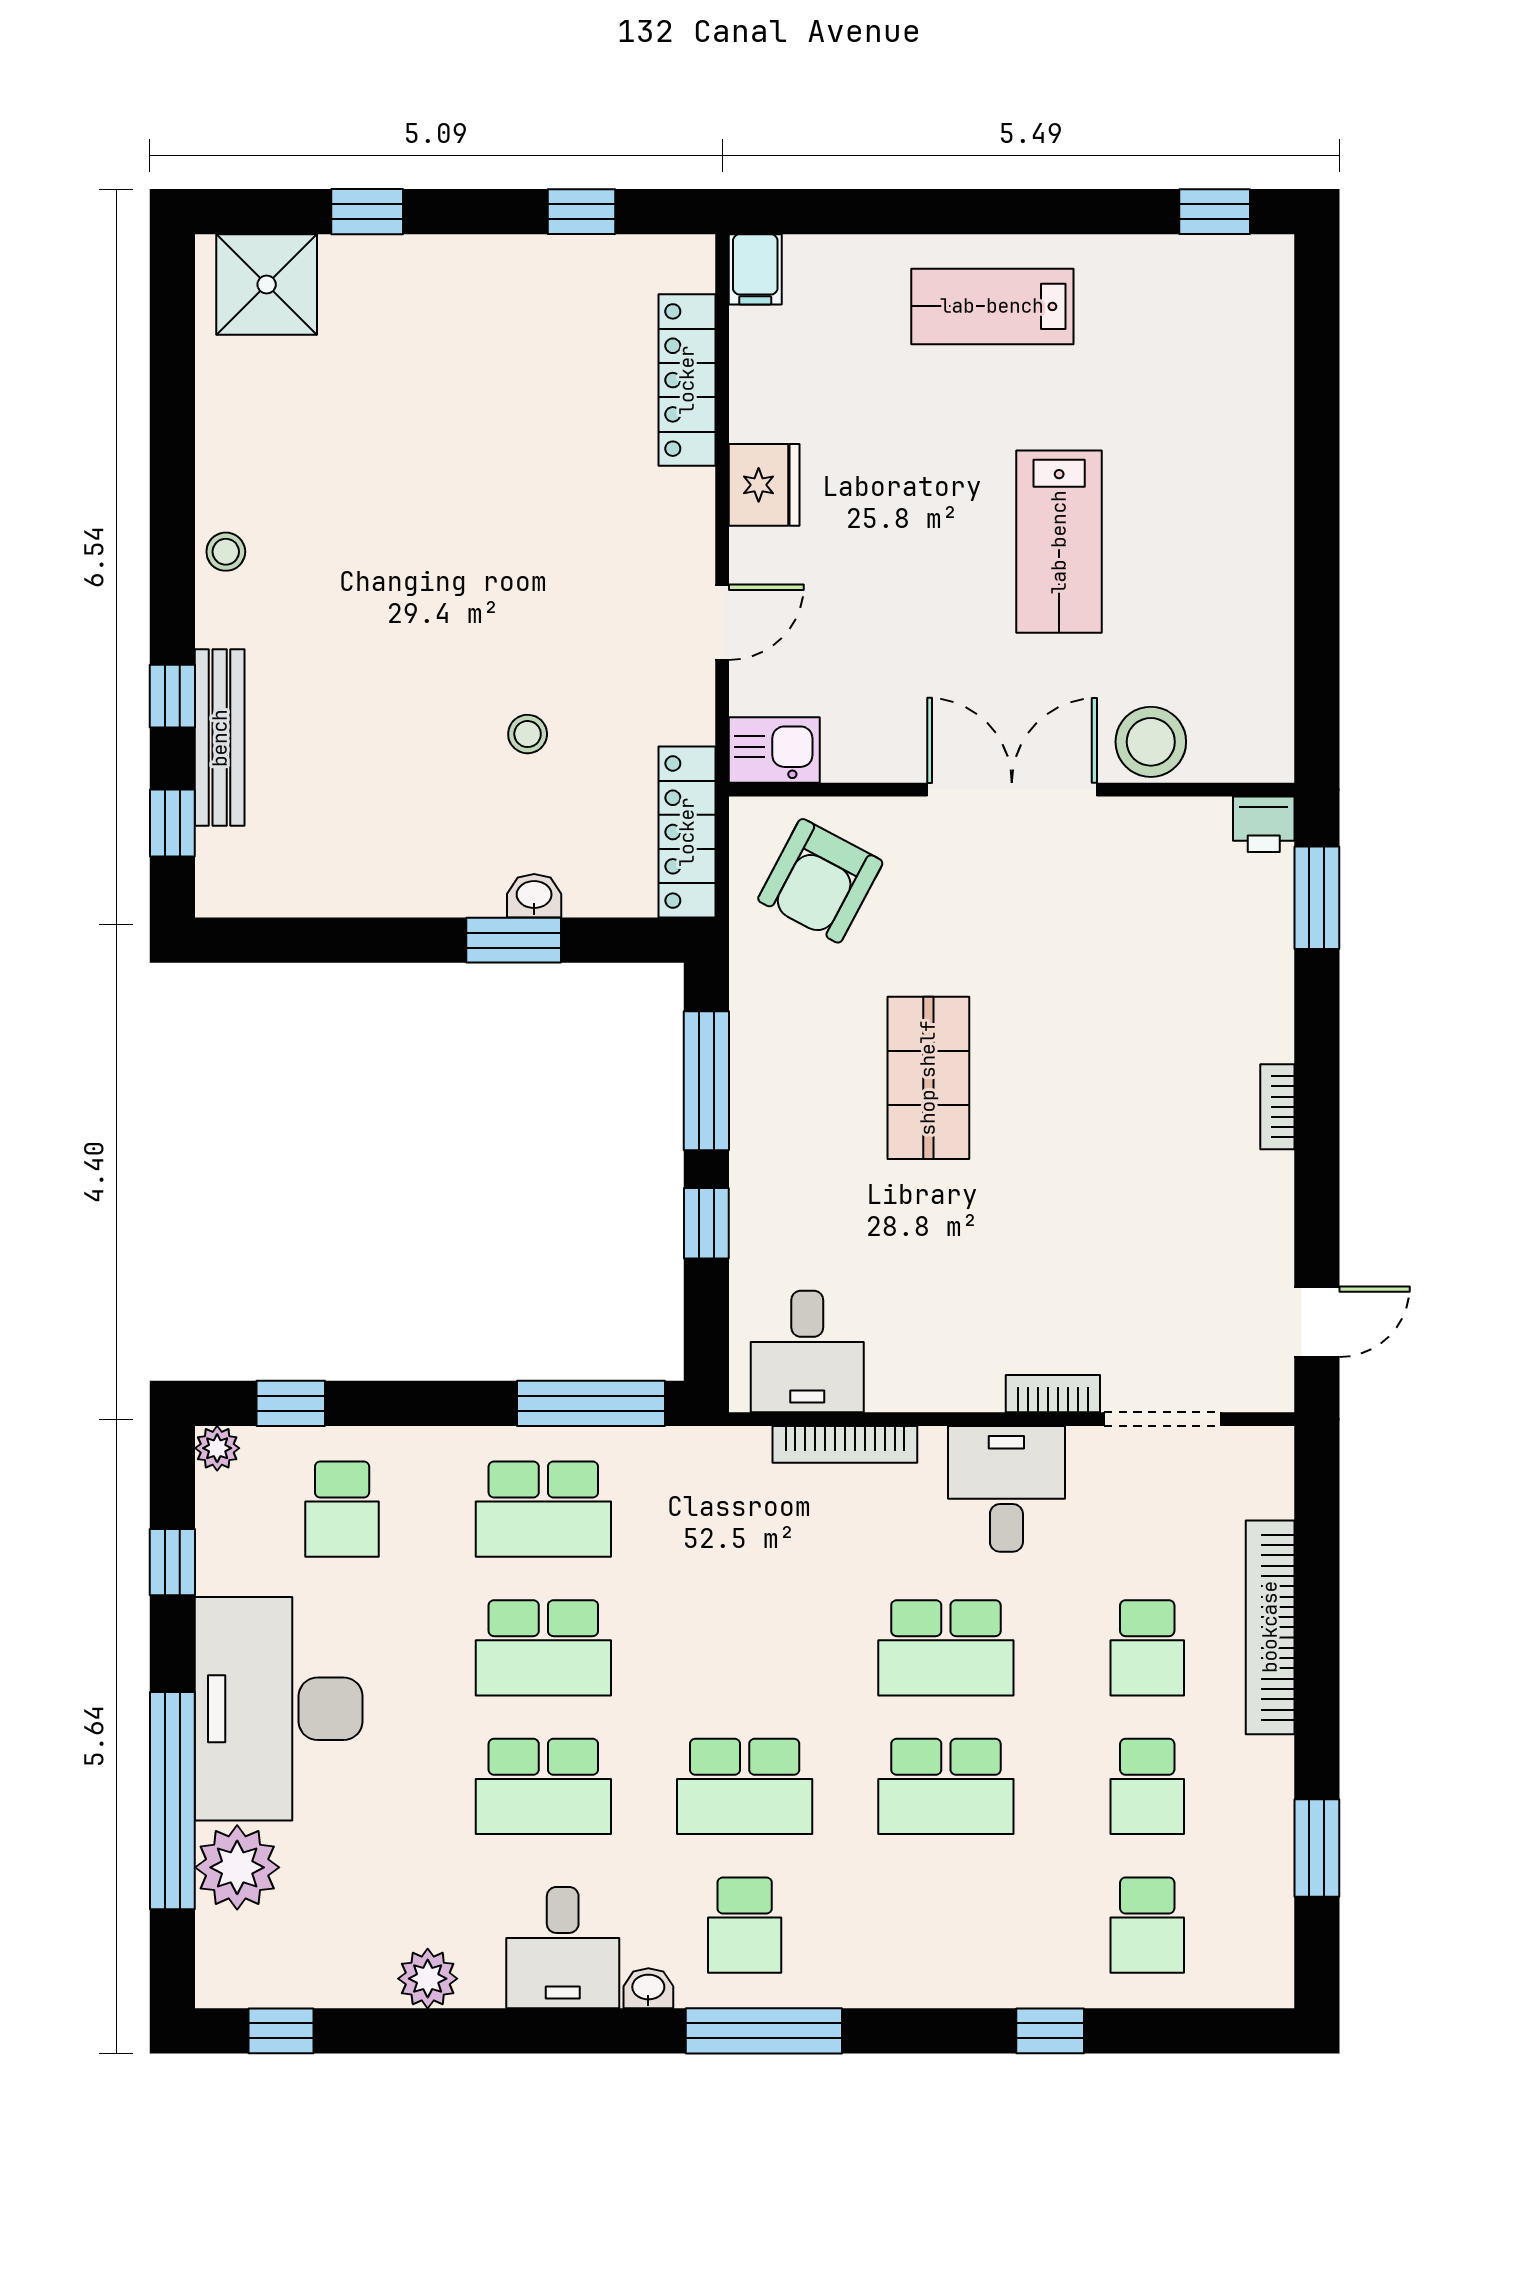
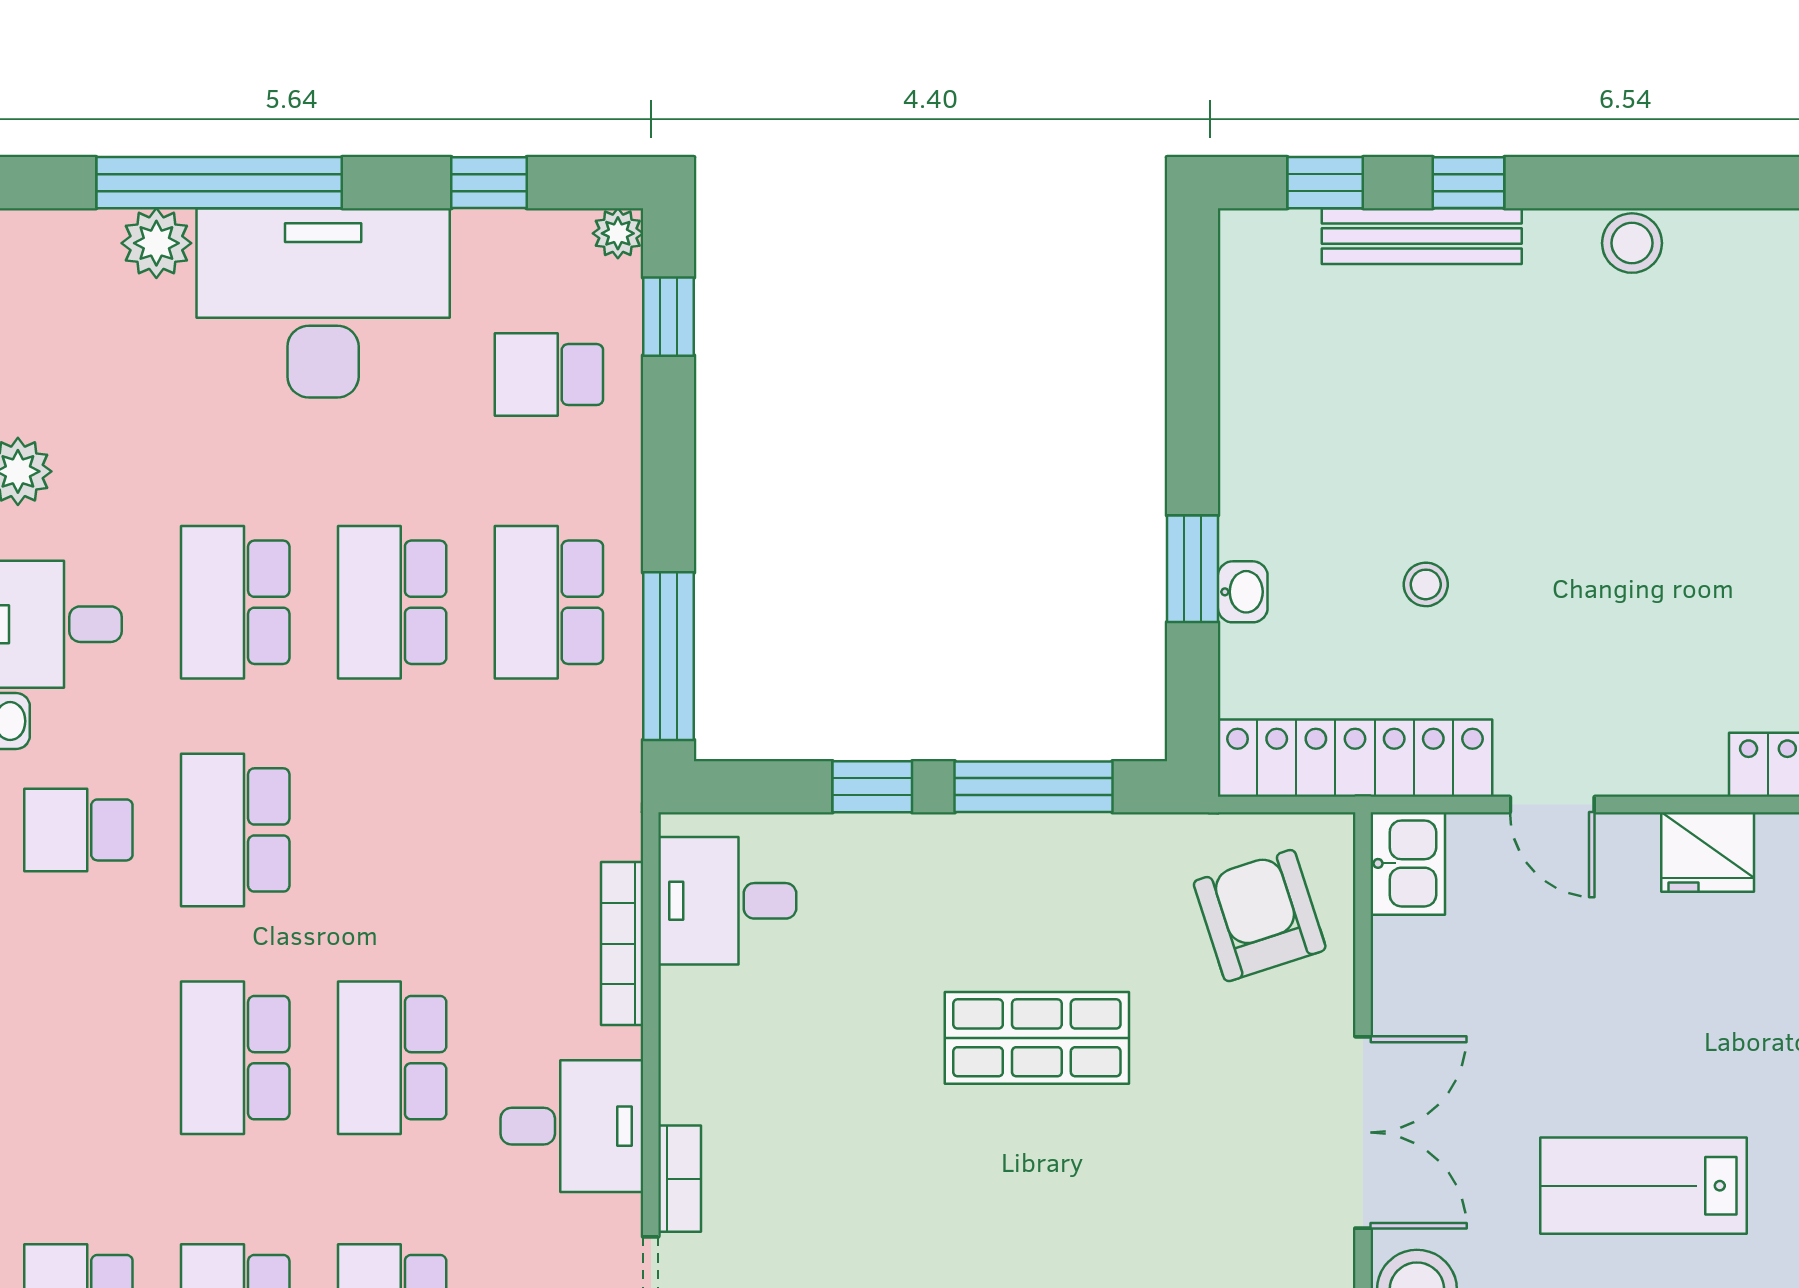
stool: (226, 552) -> (1632, 243), width x1.37, depth x1.37
locker: (687, 832) -> (1355, 758), width x1.41, depth x1.21
armchair: (820, 881) -> (1260, 916), turned 44
plant: (237, 1867) -> (156, 243), width x0.73, depth x0.73

